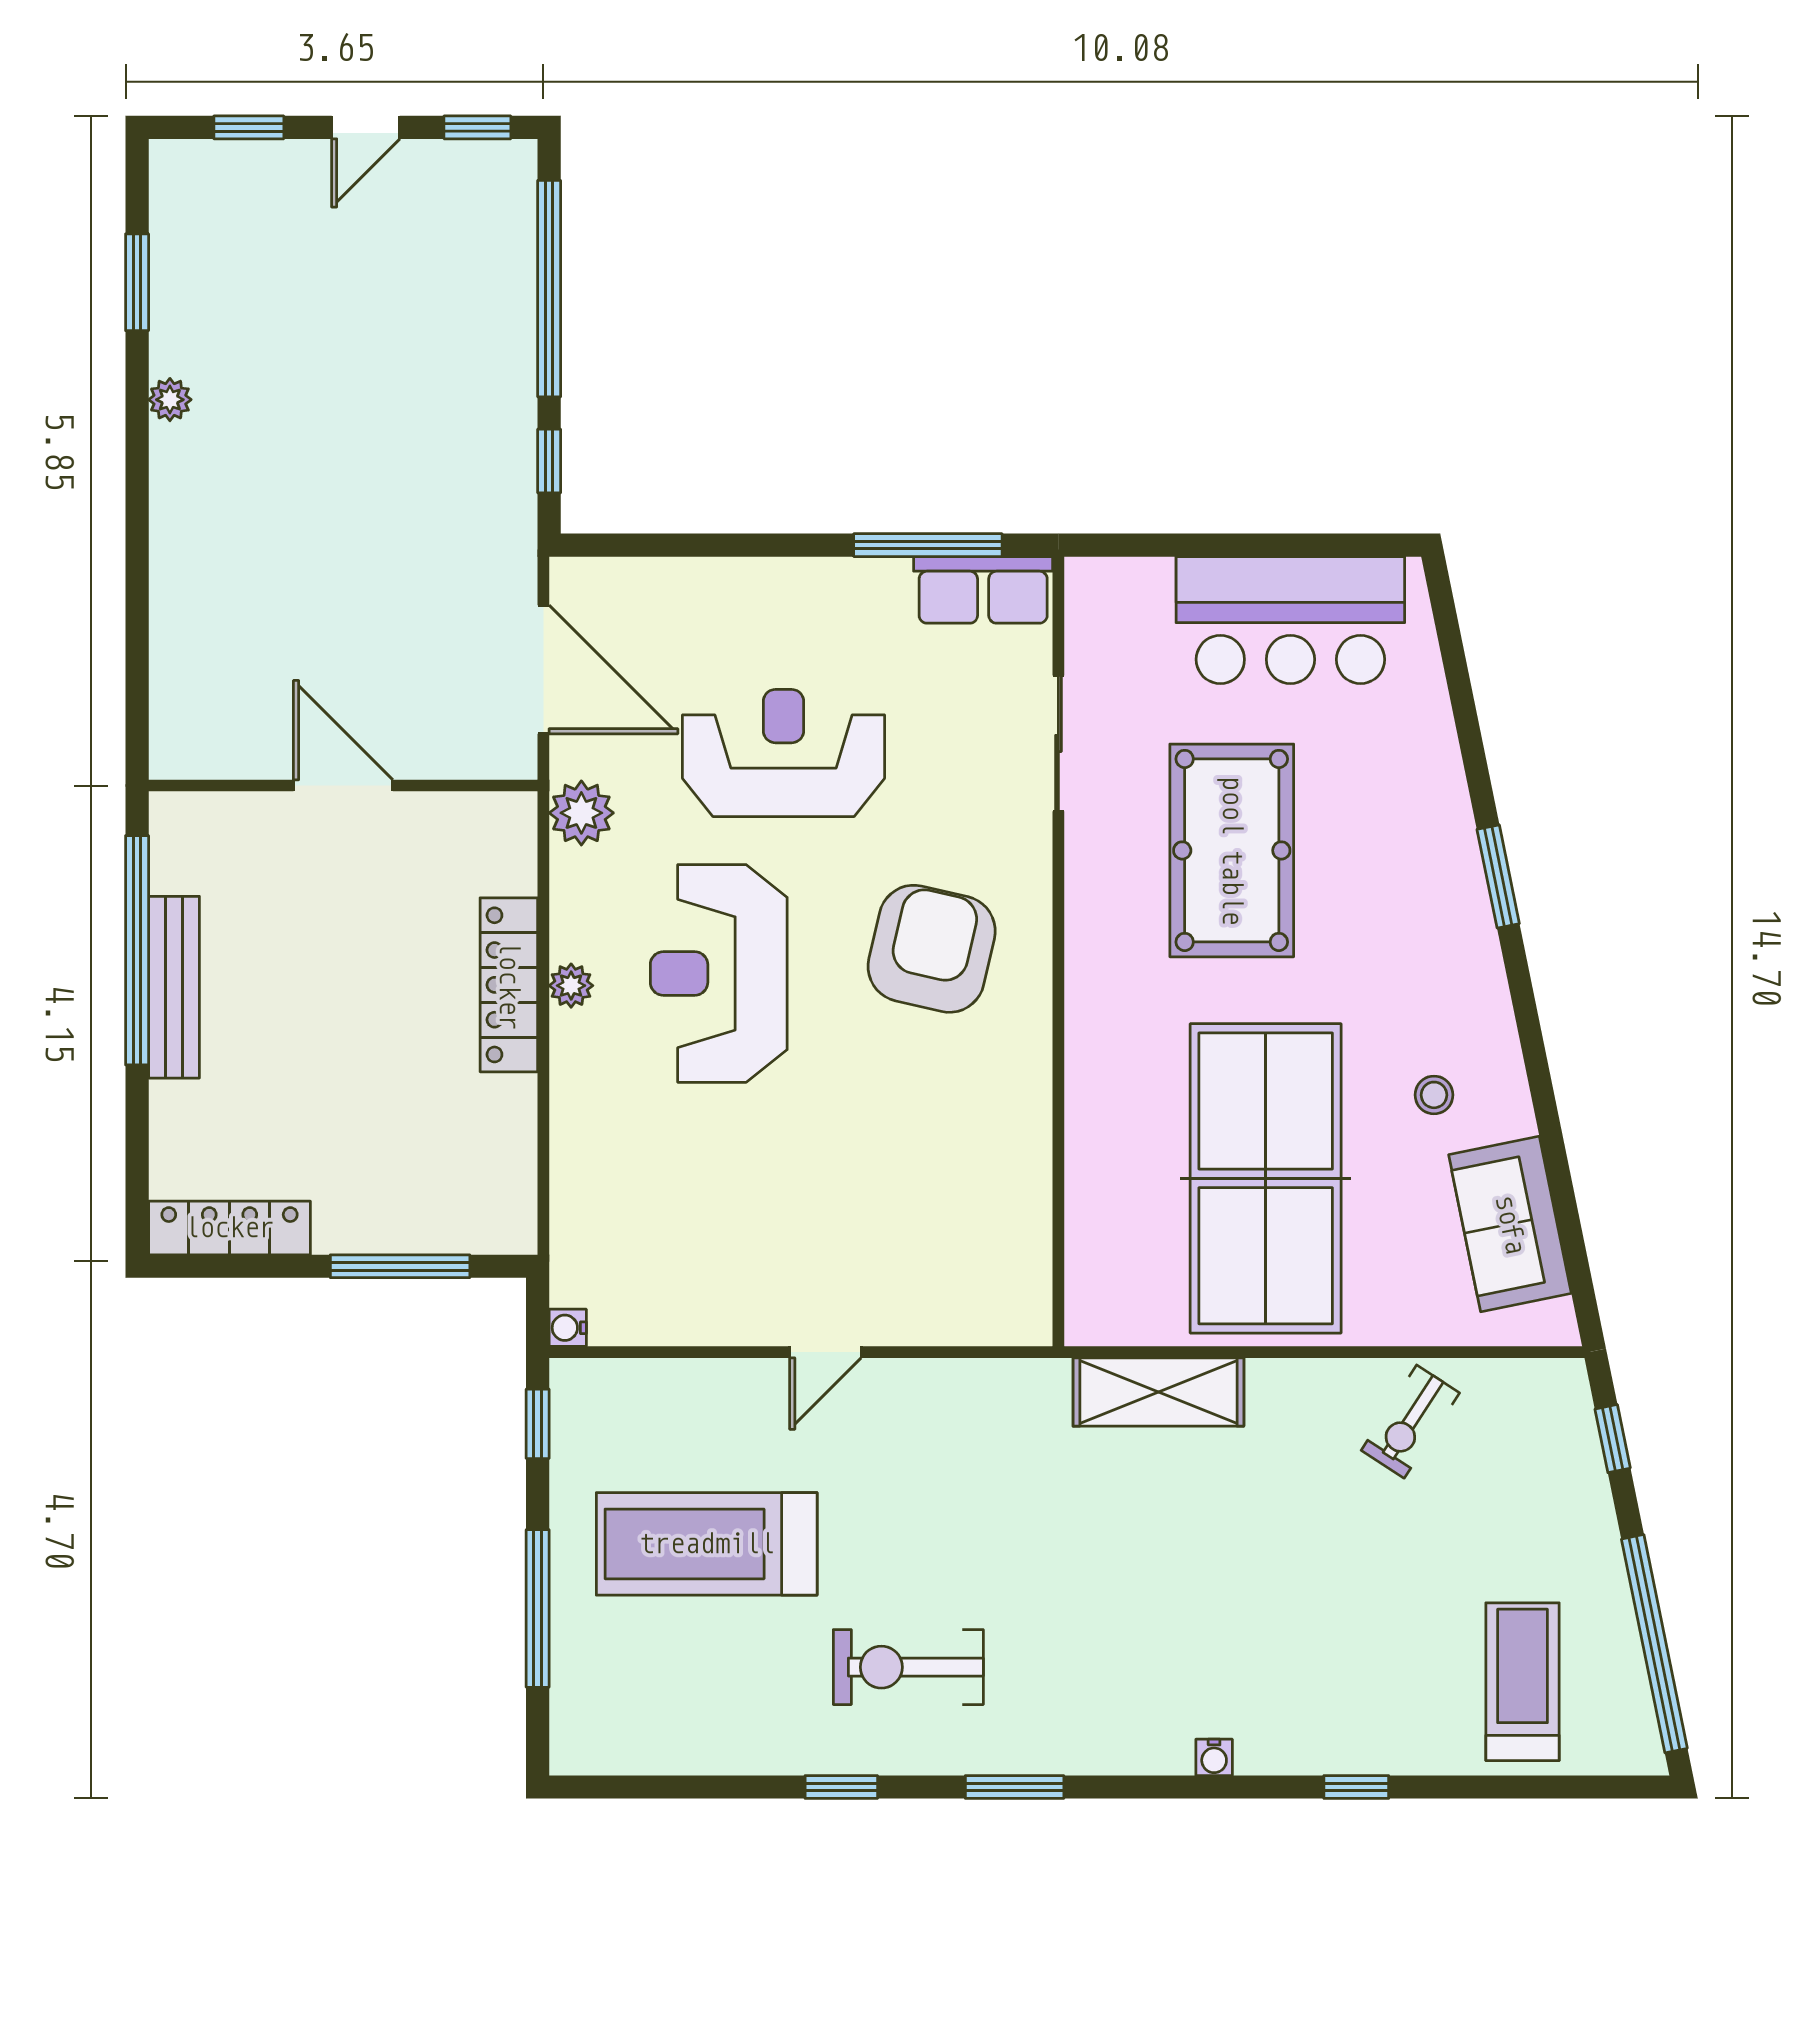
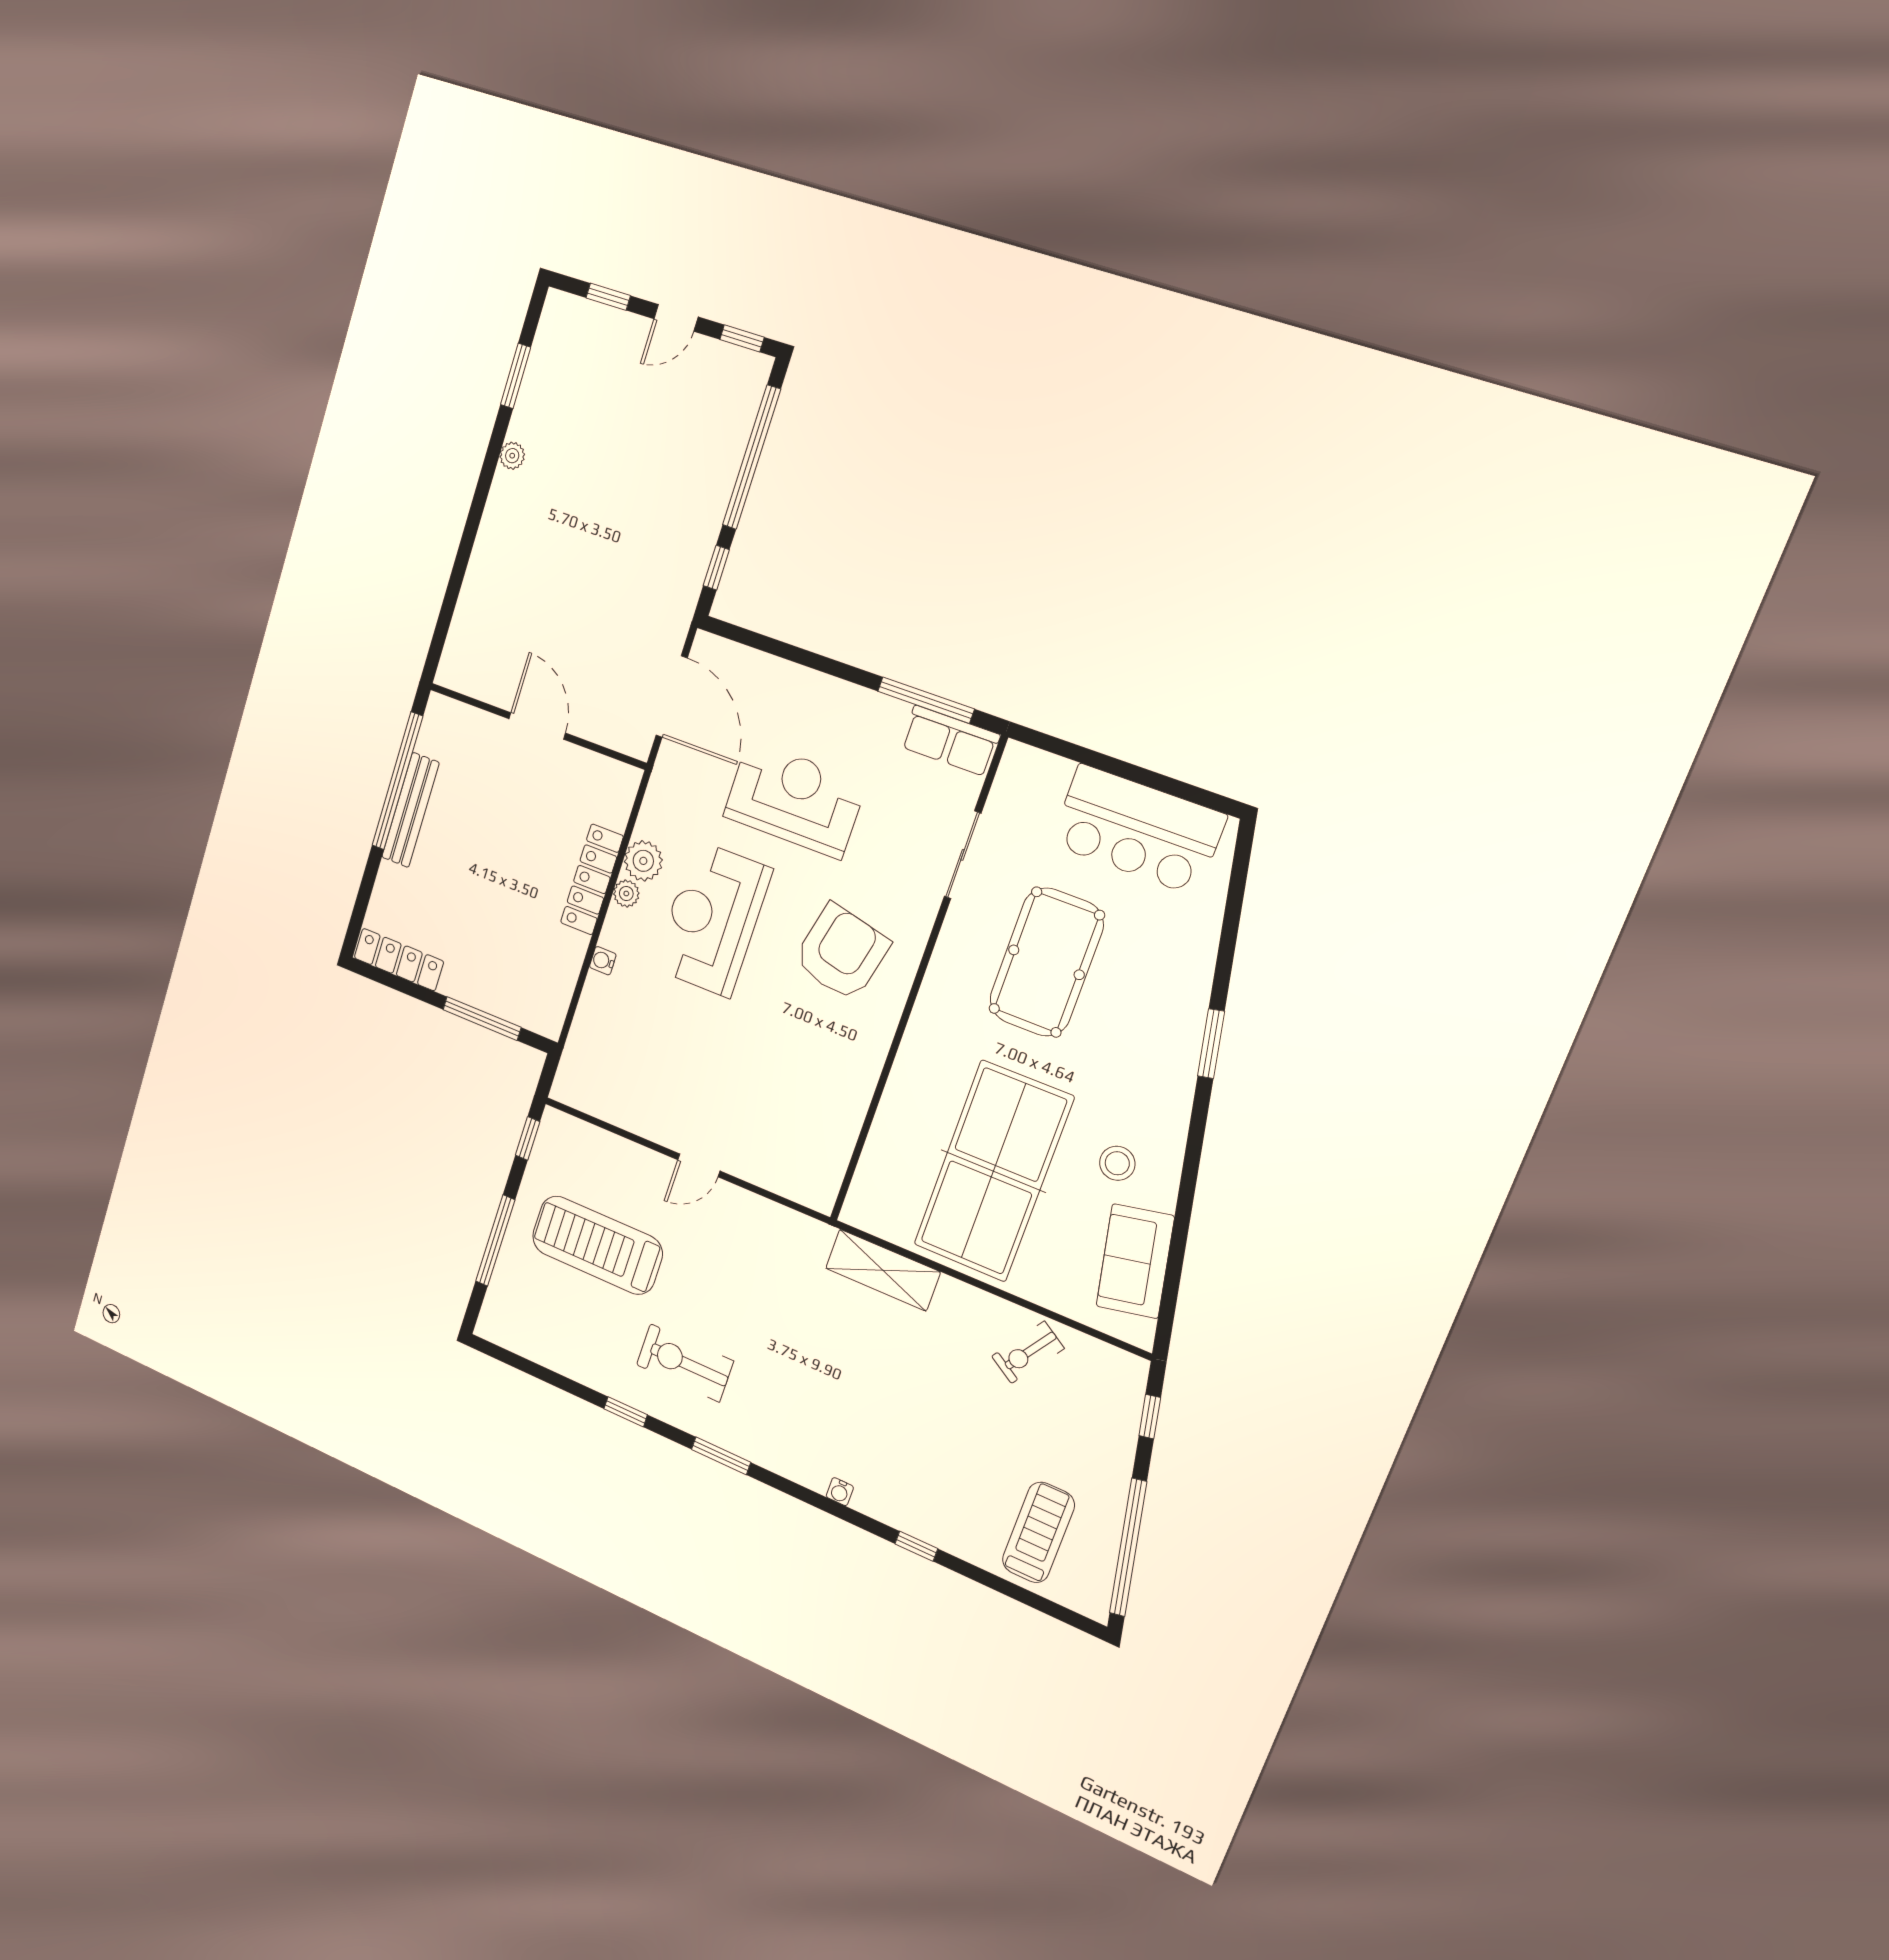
plant: (581, 813) -> (643, 861), moved
stool: (1434, 1095) -> (1117, 1163), width x1.37, depth x1.37
water cooler: (568, 1328) -> (603, 961), moved

